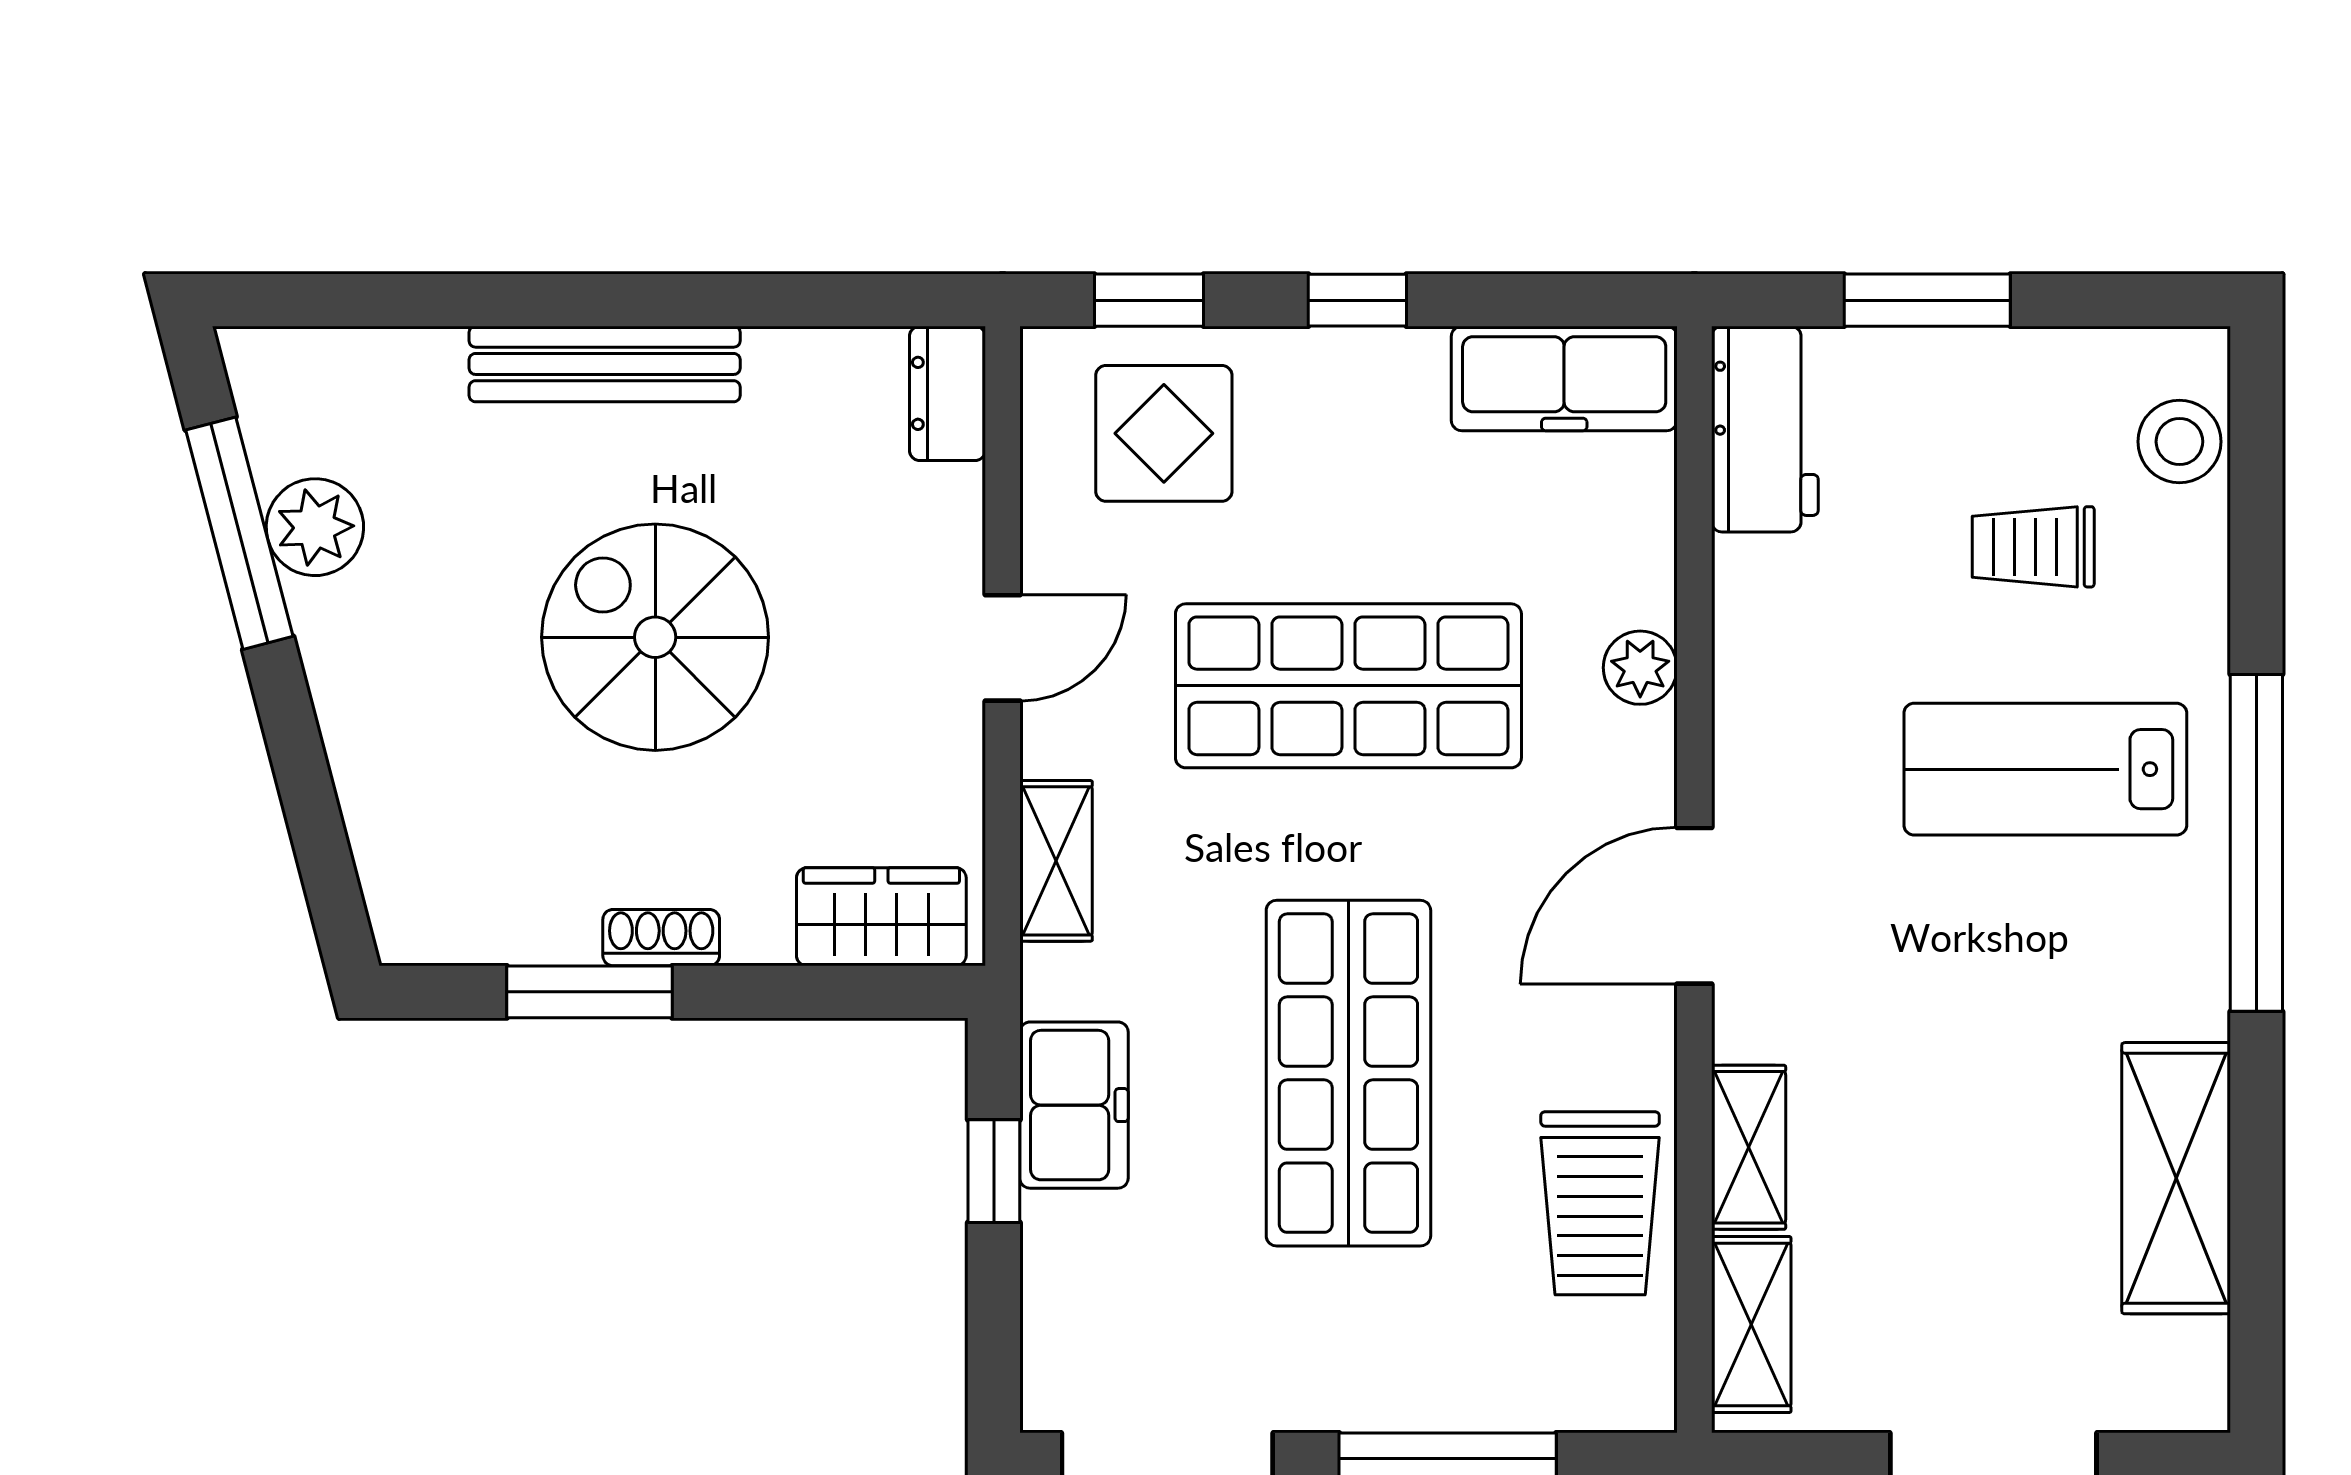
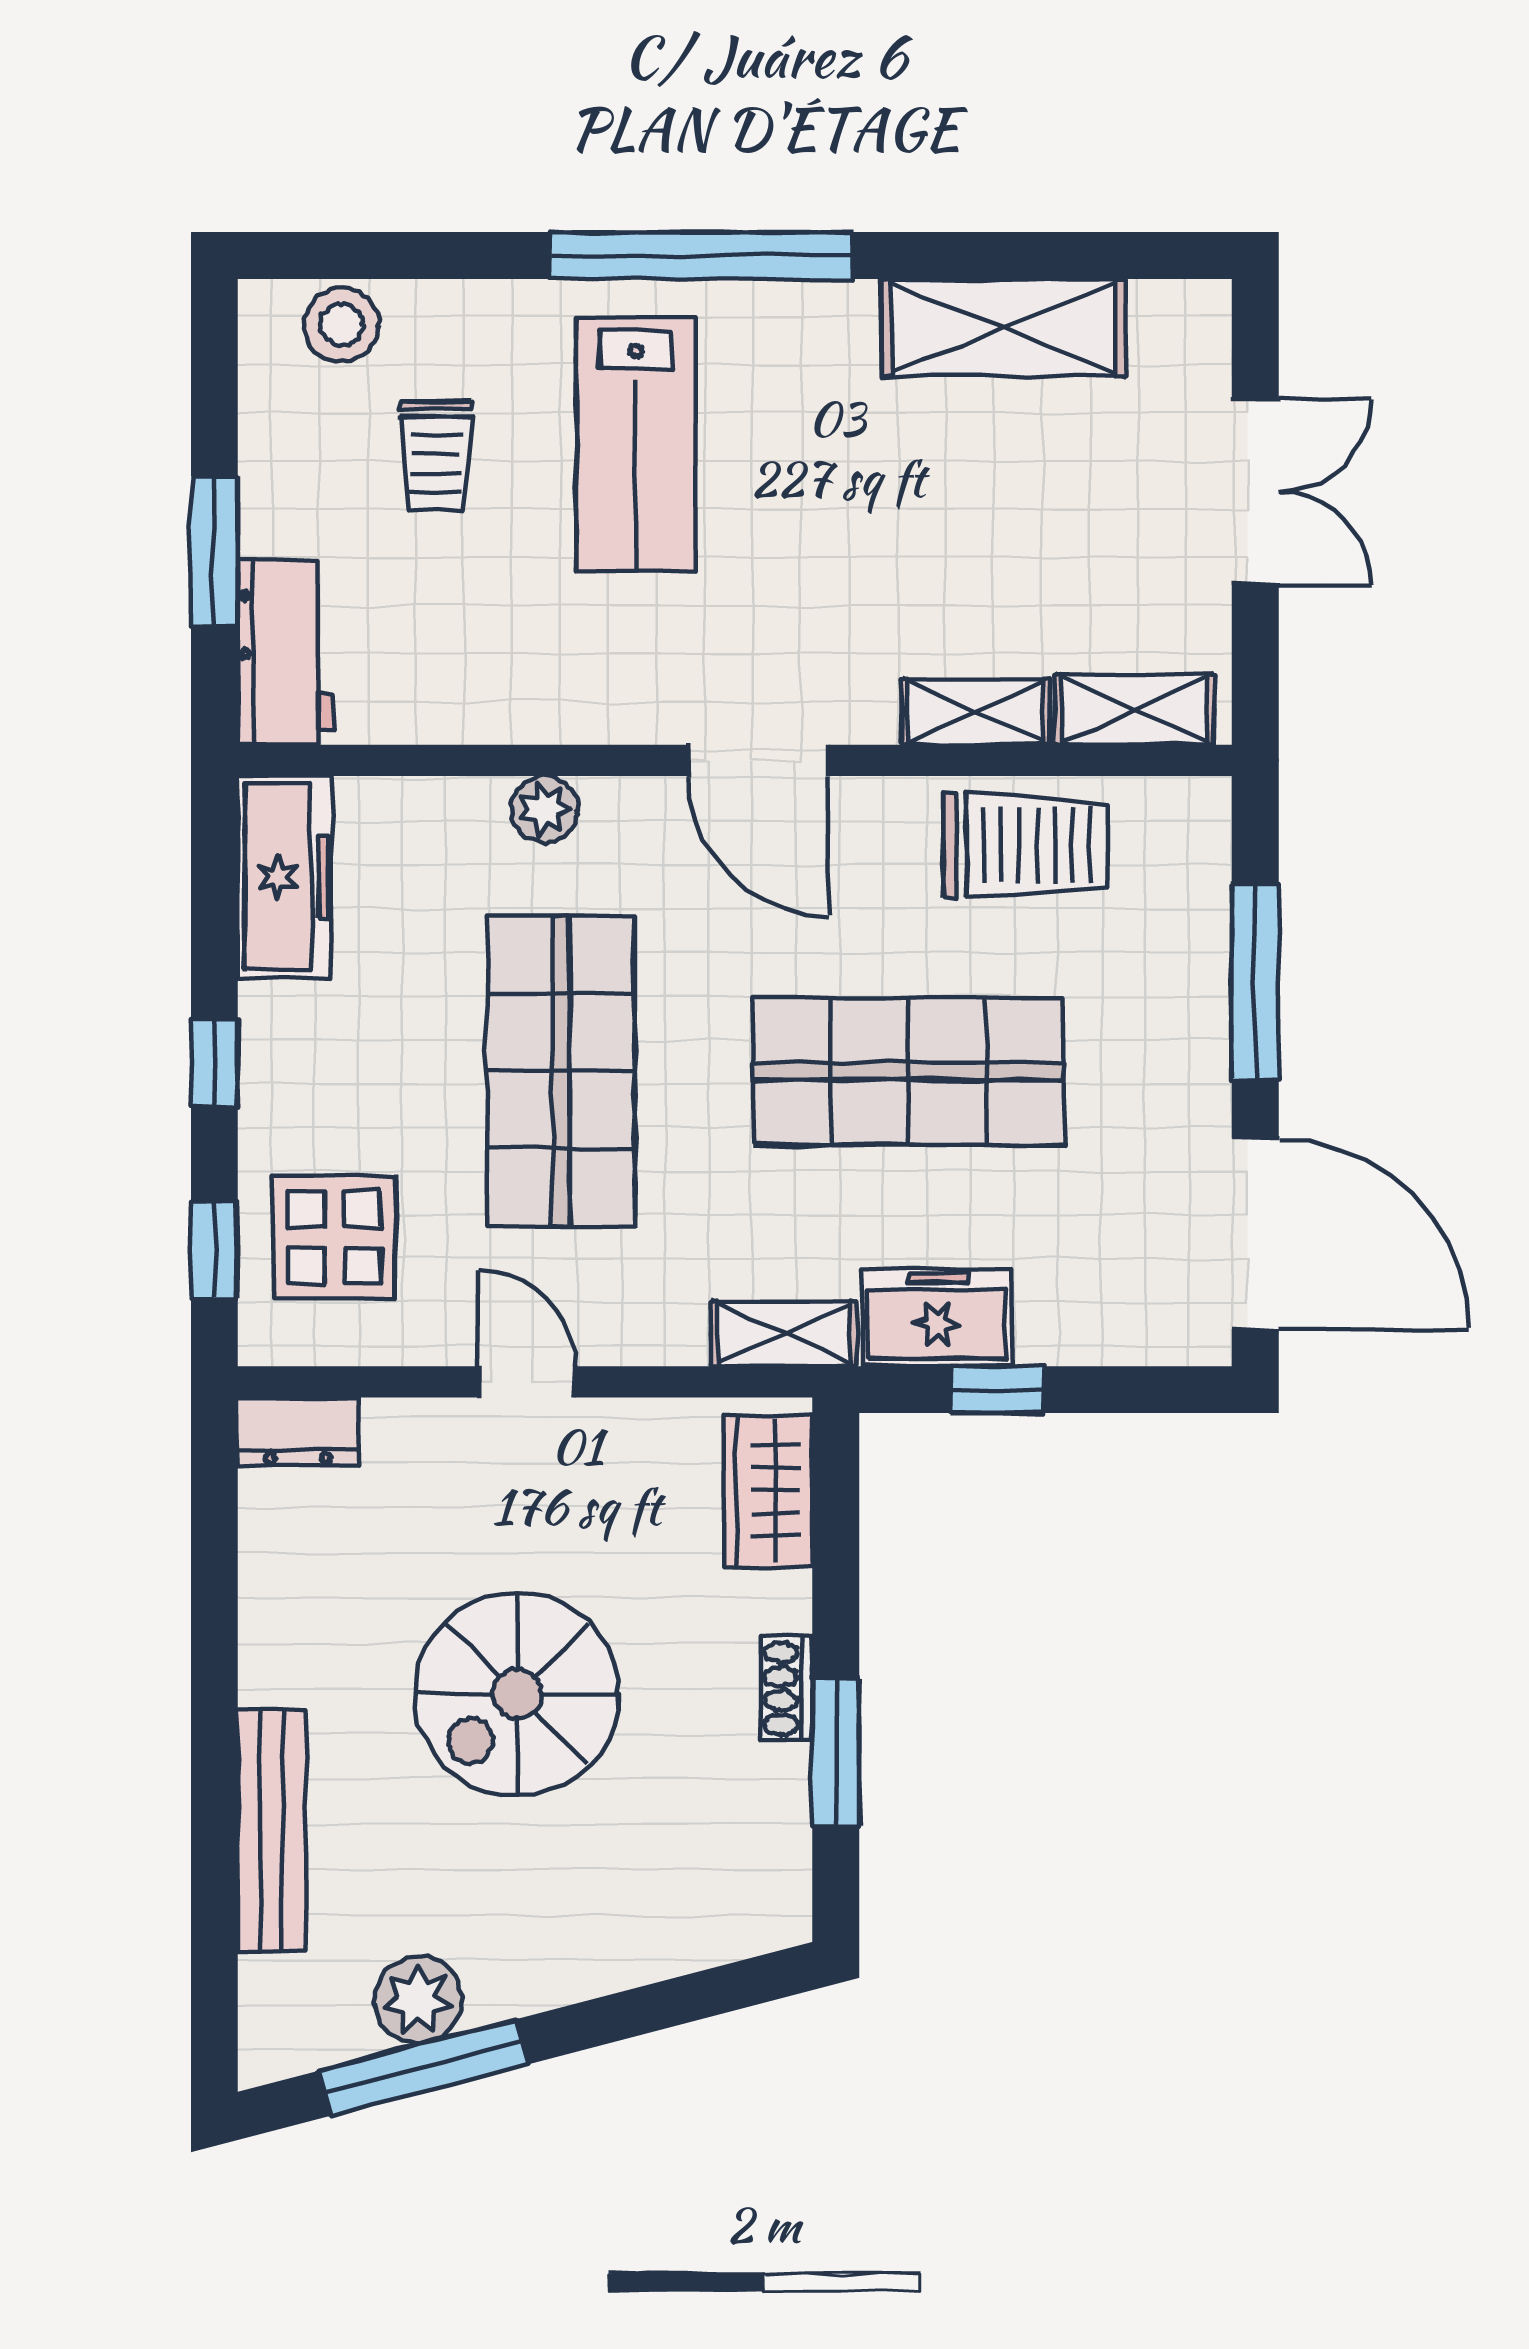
bench: (605, 364) -> (272, 1831), moved
workbench: (1765, 429) -> (285, 652), moved, turned 90
shelving: (1056, 861) -> (784, 1334), moved

